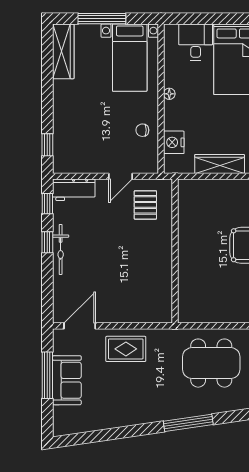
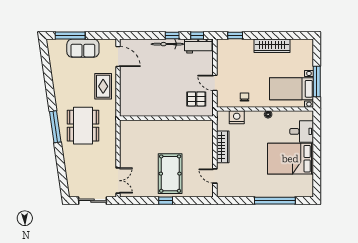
window: (102, 19) -> (317, 81), moved
wardrobe: (63, 51) -> (272, 46), moved
workbench: (74, 190) -> (198, 46), moved, turned -90
dining table: (211, 363) -> (83, 126), moved
window: (47, 375) -> (70, 36), moved

